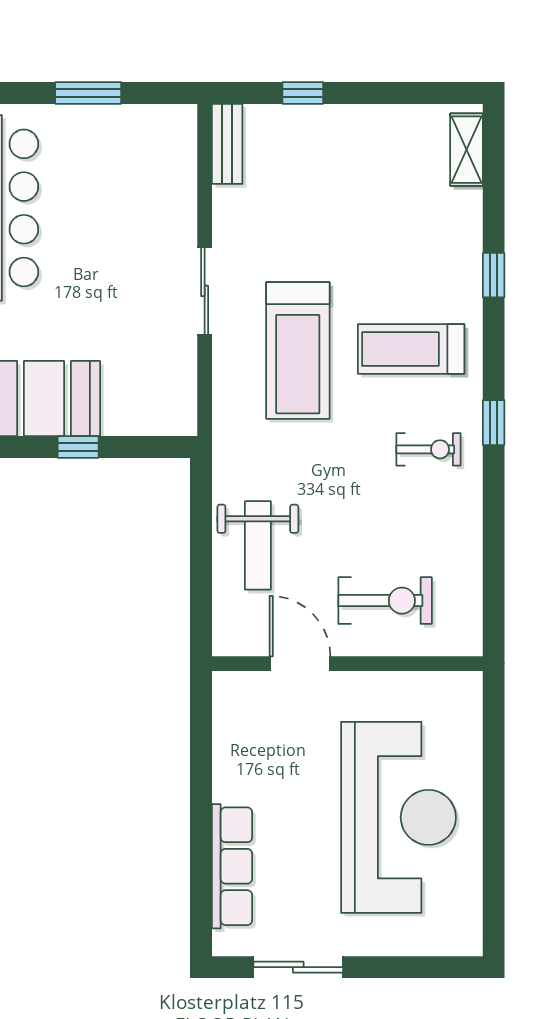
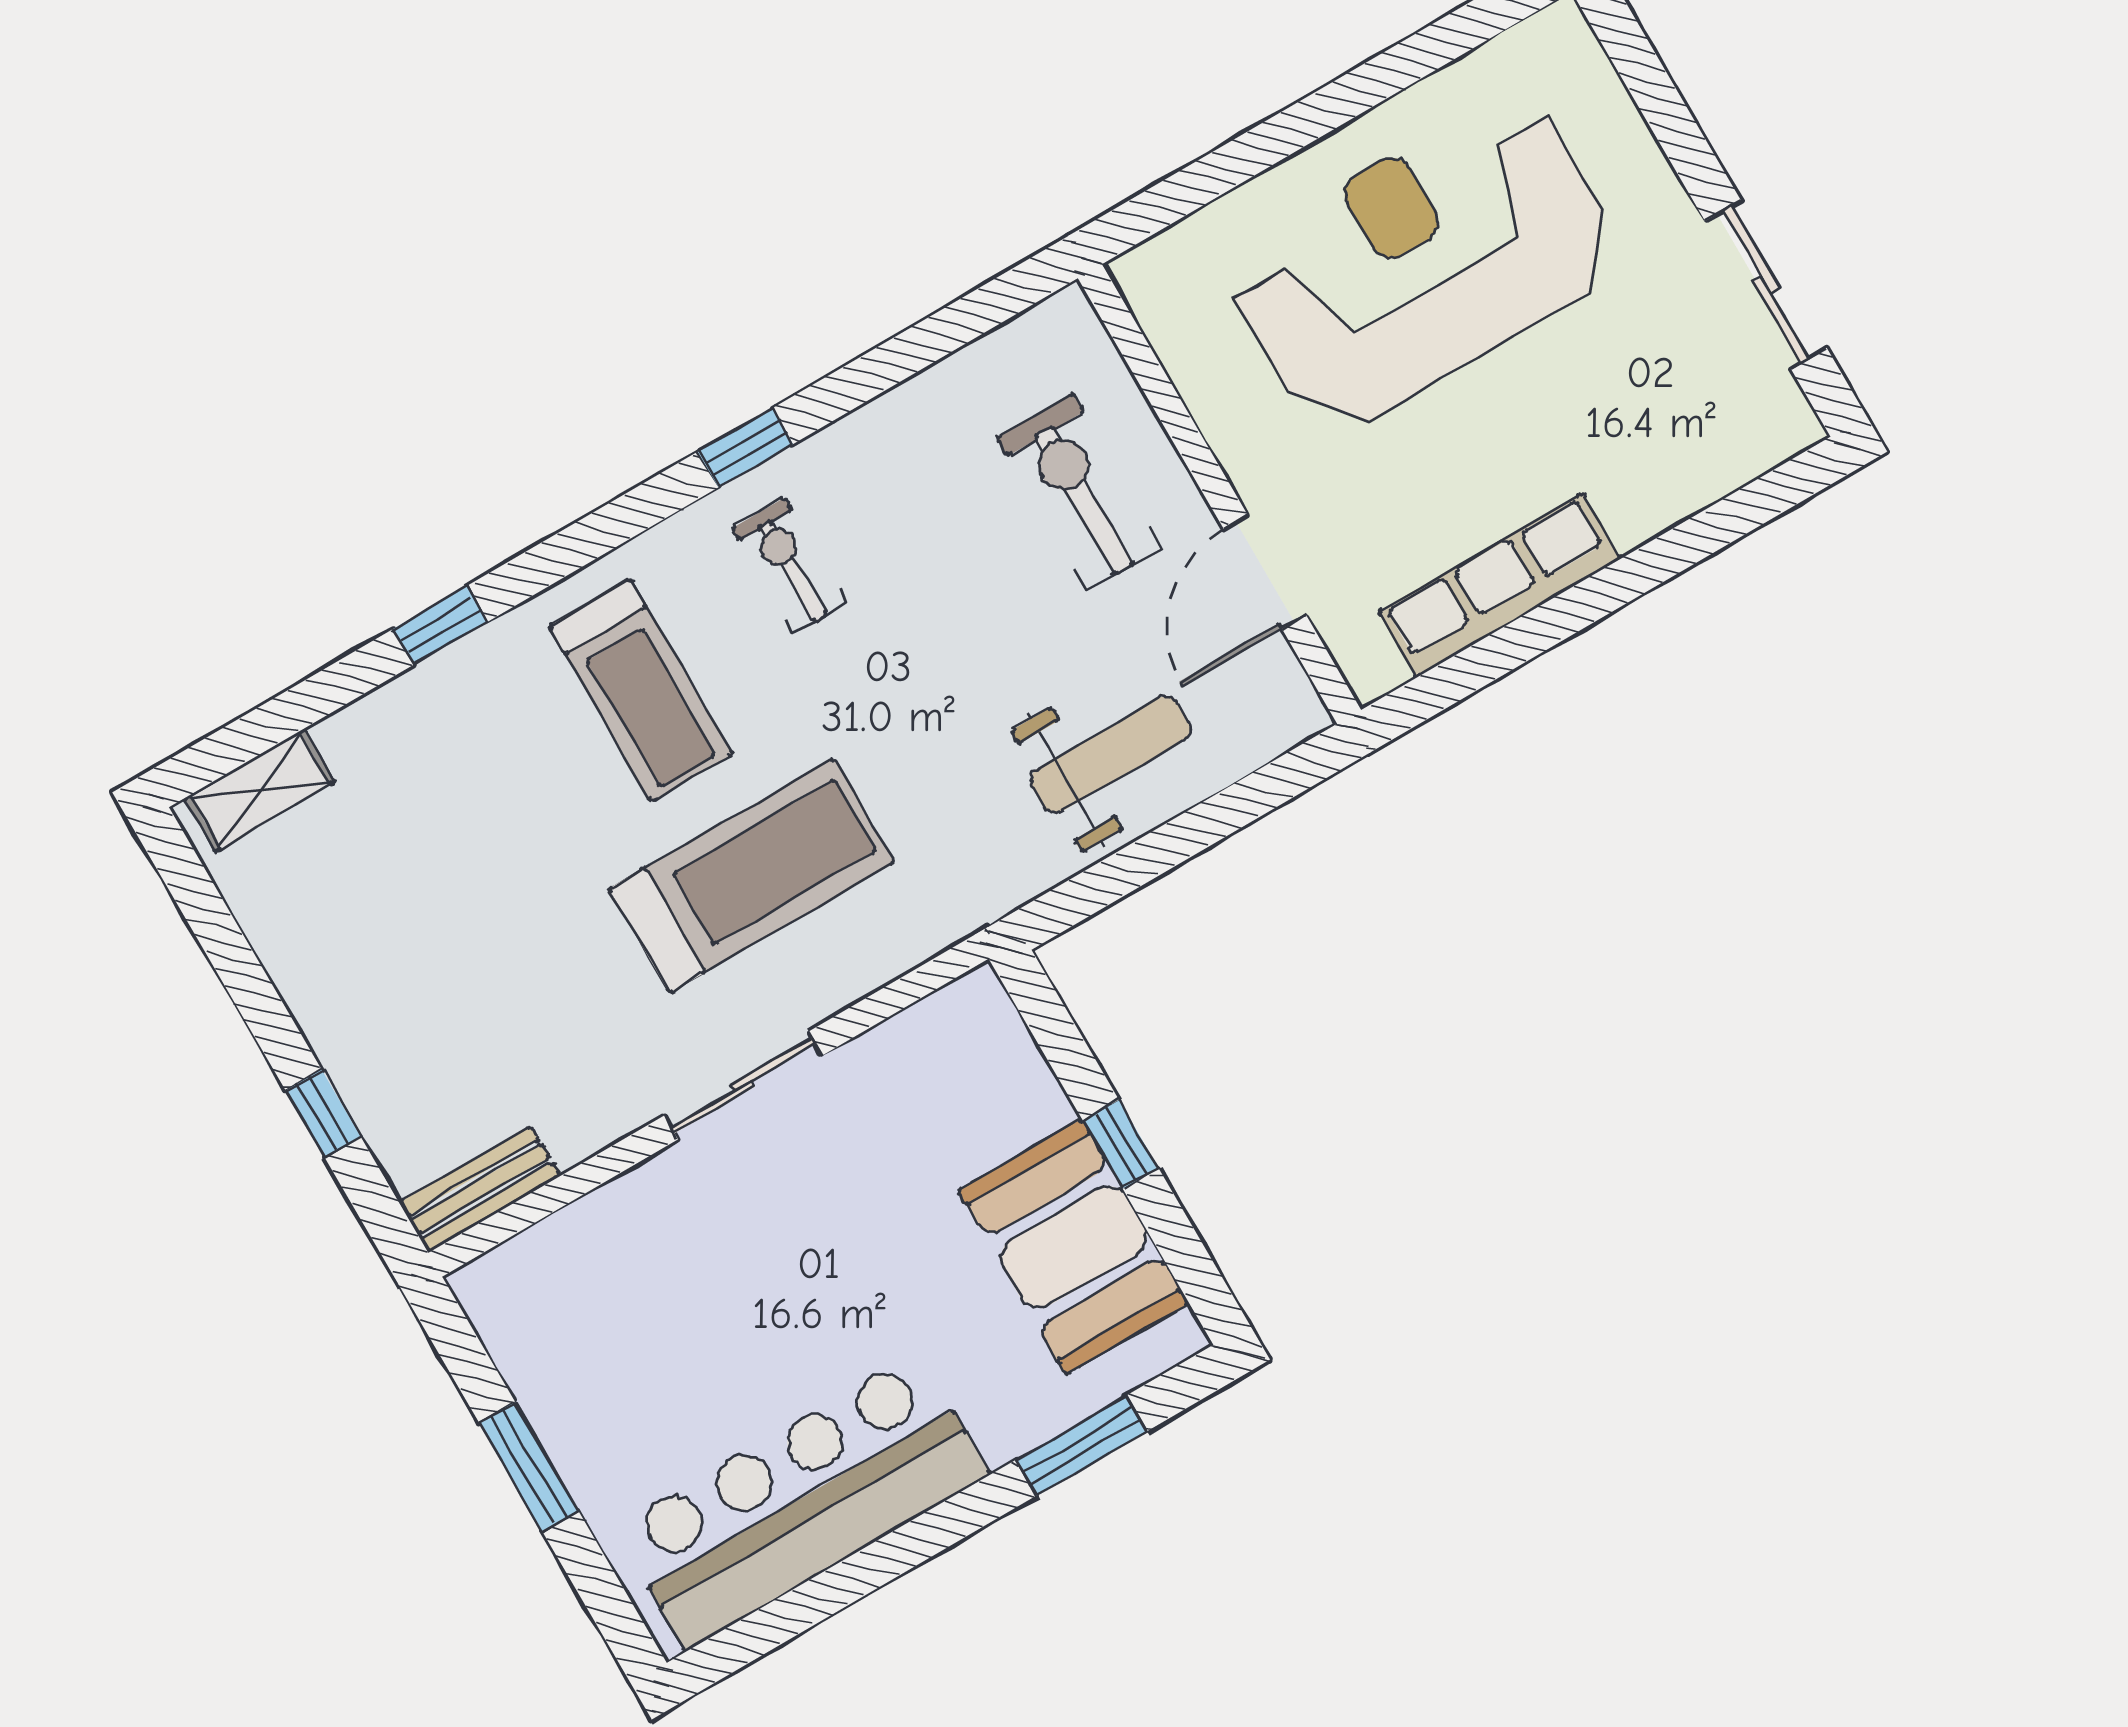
window: (494, 423) -> (745, 448), moved
row of seats: (232, 866) -> (1499, 585), moved

